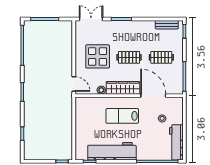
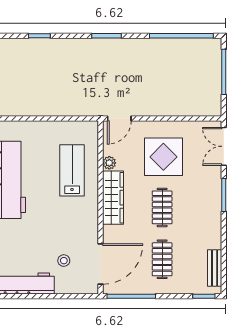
double door: (91, 19) -> (224, 146), swing flipped
door: (153, 96) -> (100, 264), moved
lab bench: (122, 116) -> (72, 170), moved

